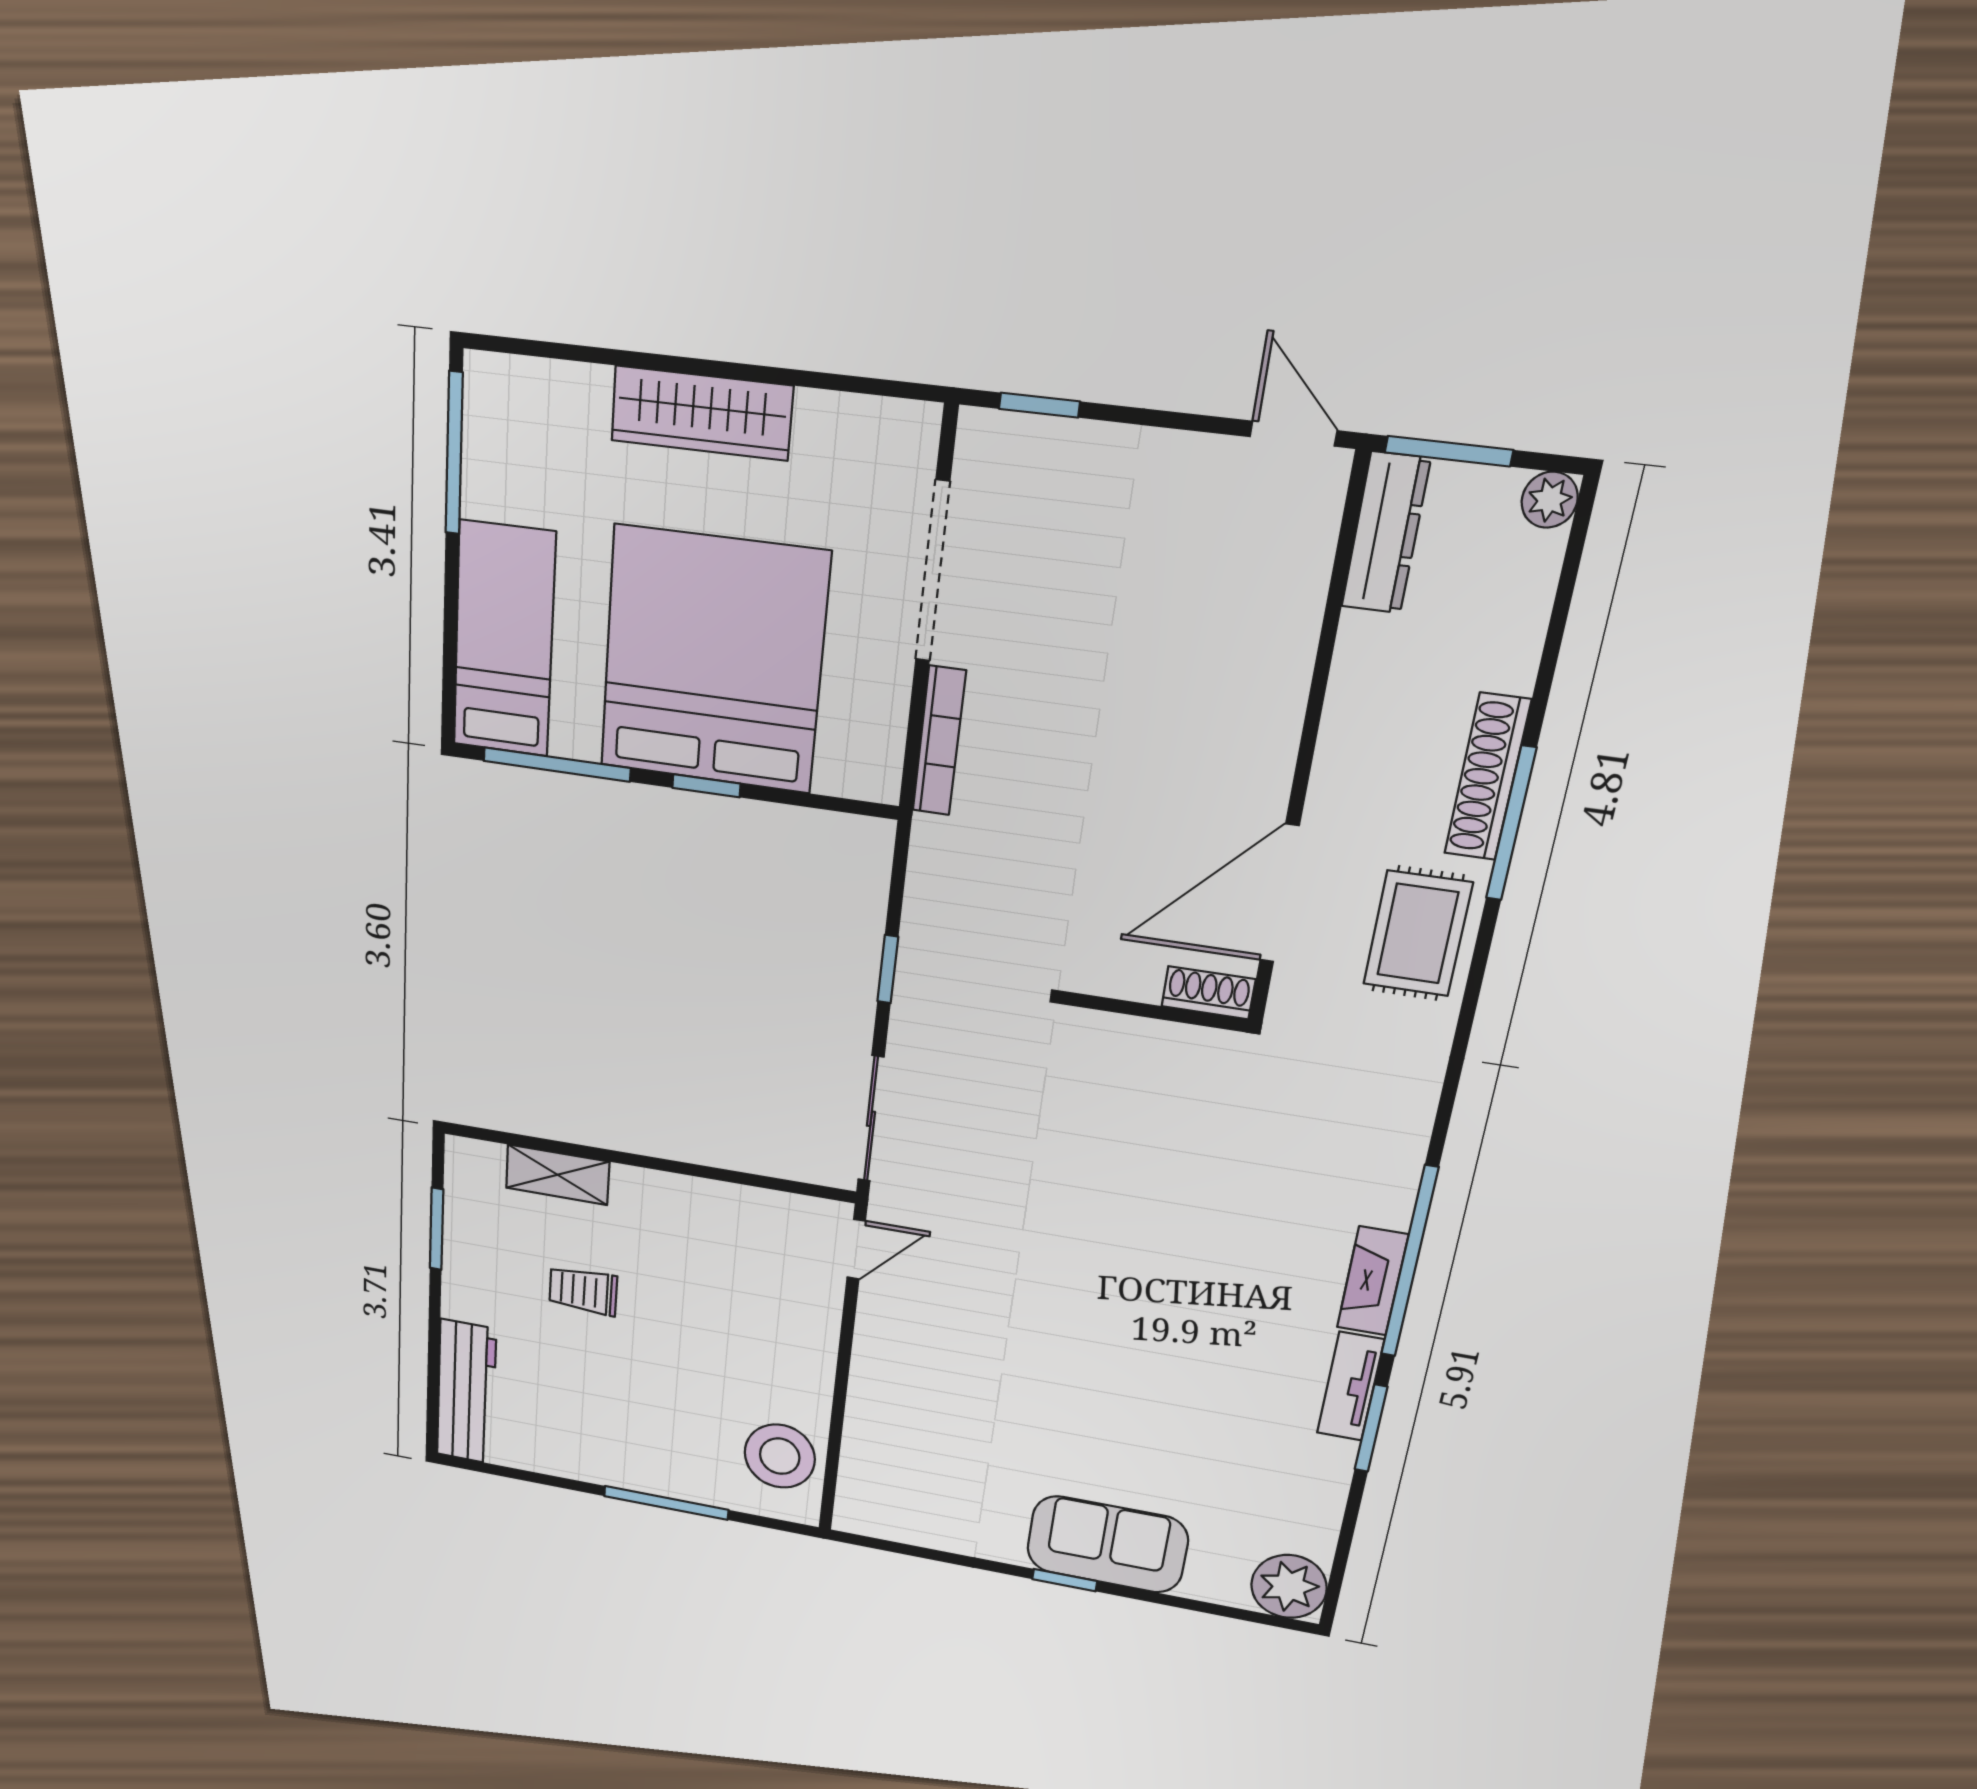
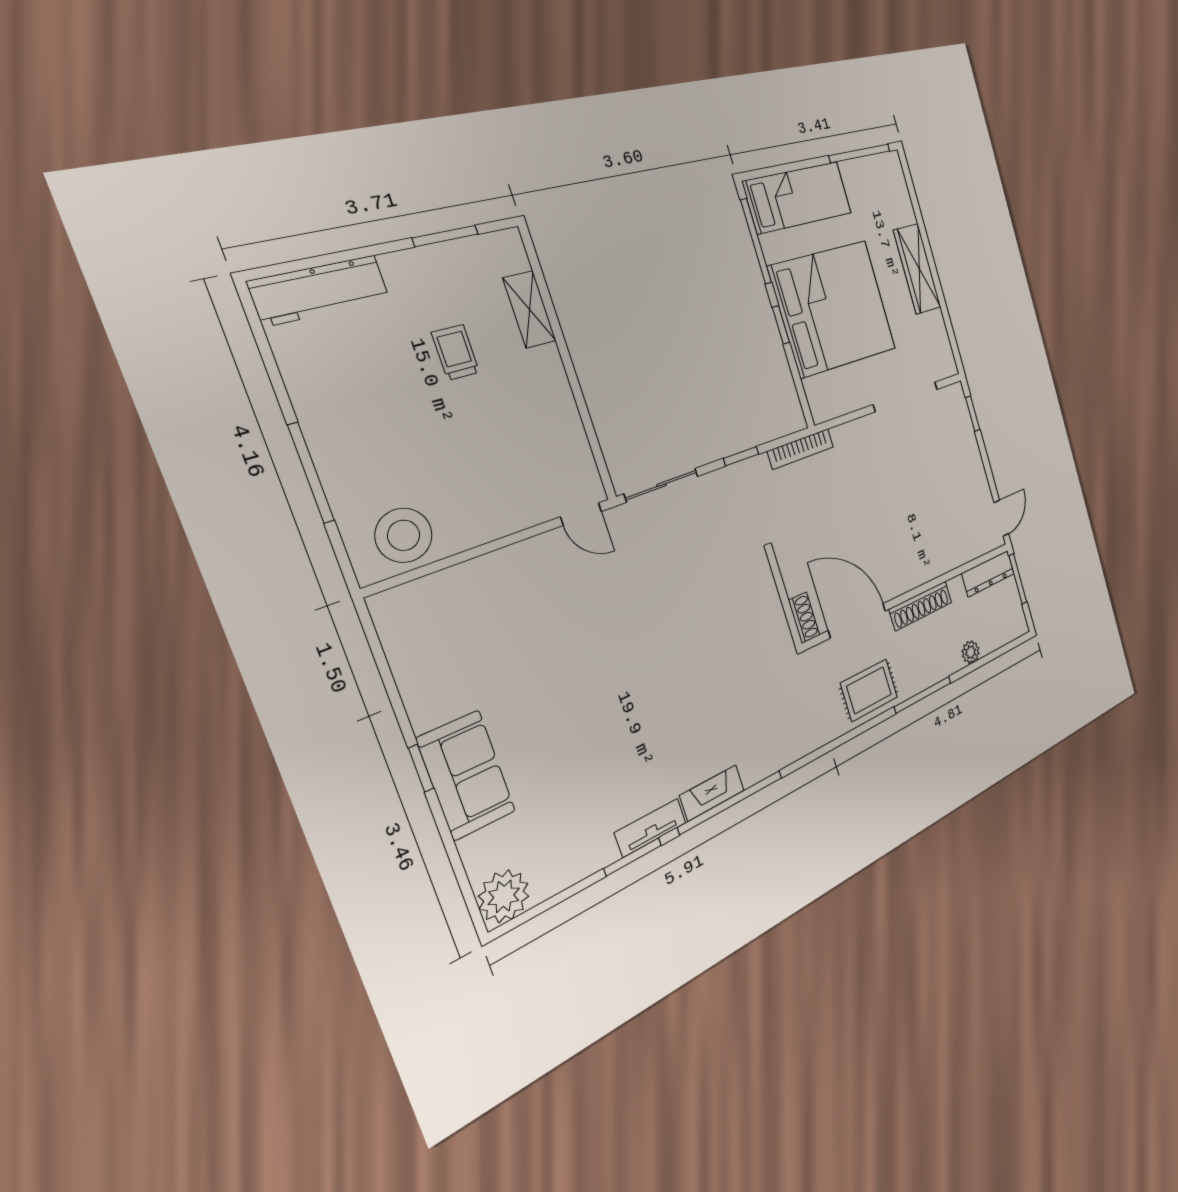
plant: (1550, 500) -> (971, 652), moved
bookcase: (939, 741) -> (801, 449), moved
shoe rack: (1487, 777) -> (921, 606), moved, turned 180

